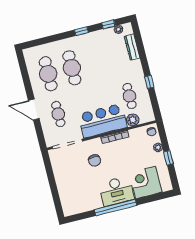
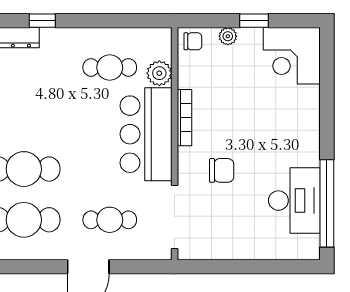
window: (149, 82) -> (42, 21), moved
corner desk: (146, 182) -> (292, 56), moved
desk: (117, 191) -> (294, 201), moved
window: (116, 207) -> (327, 203), moved

